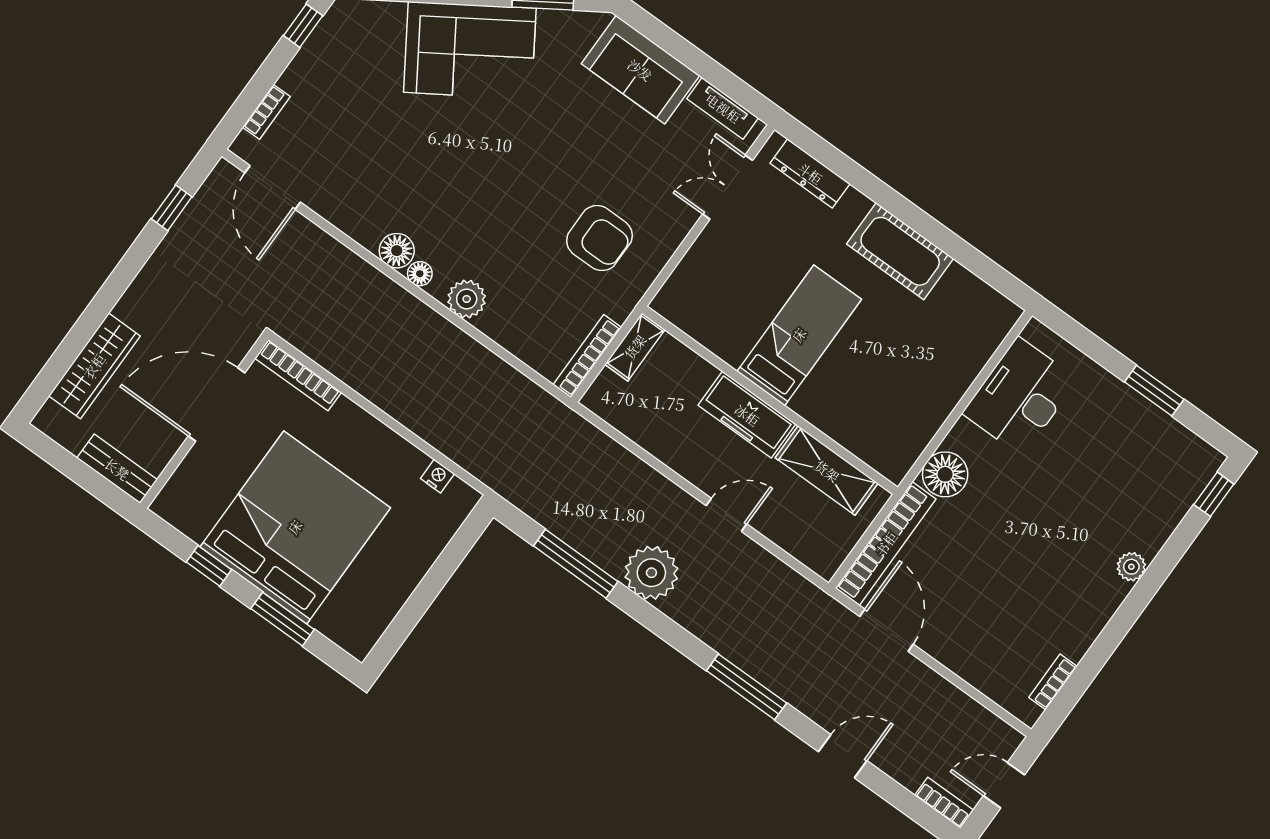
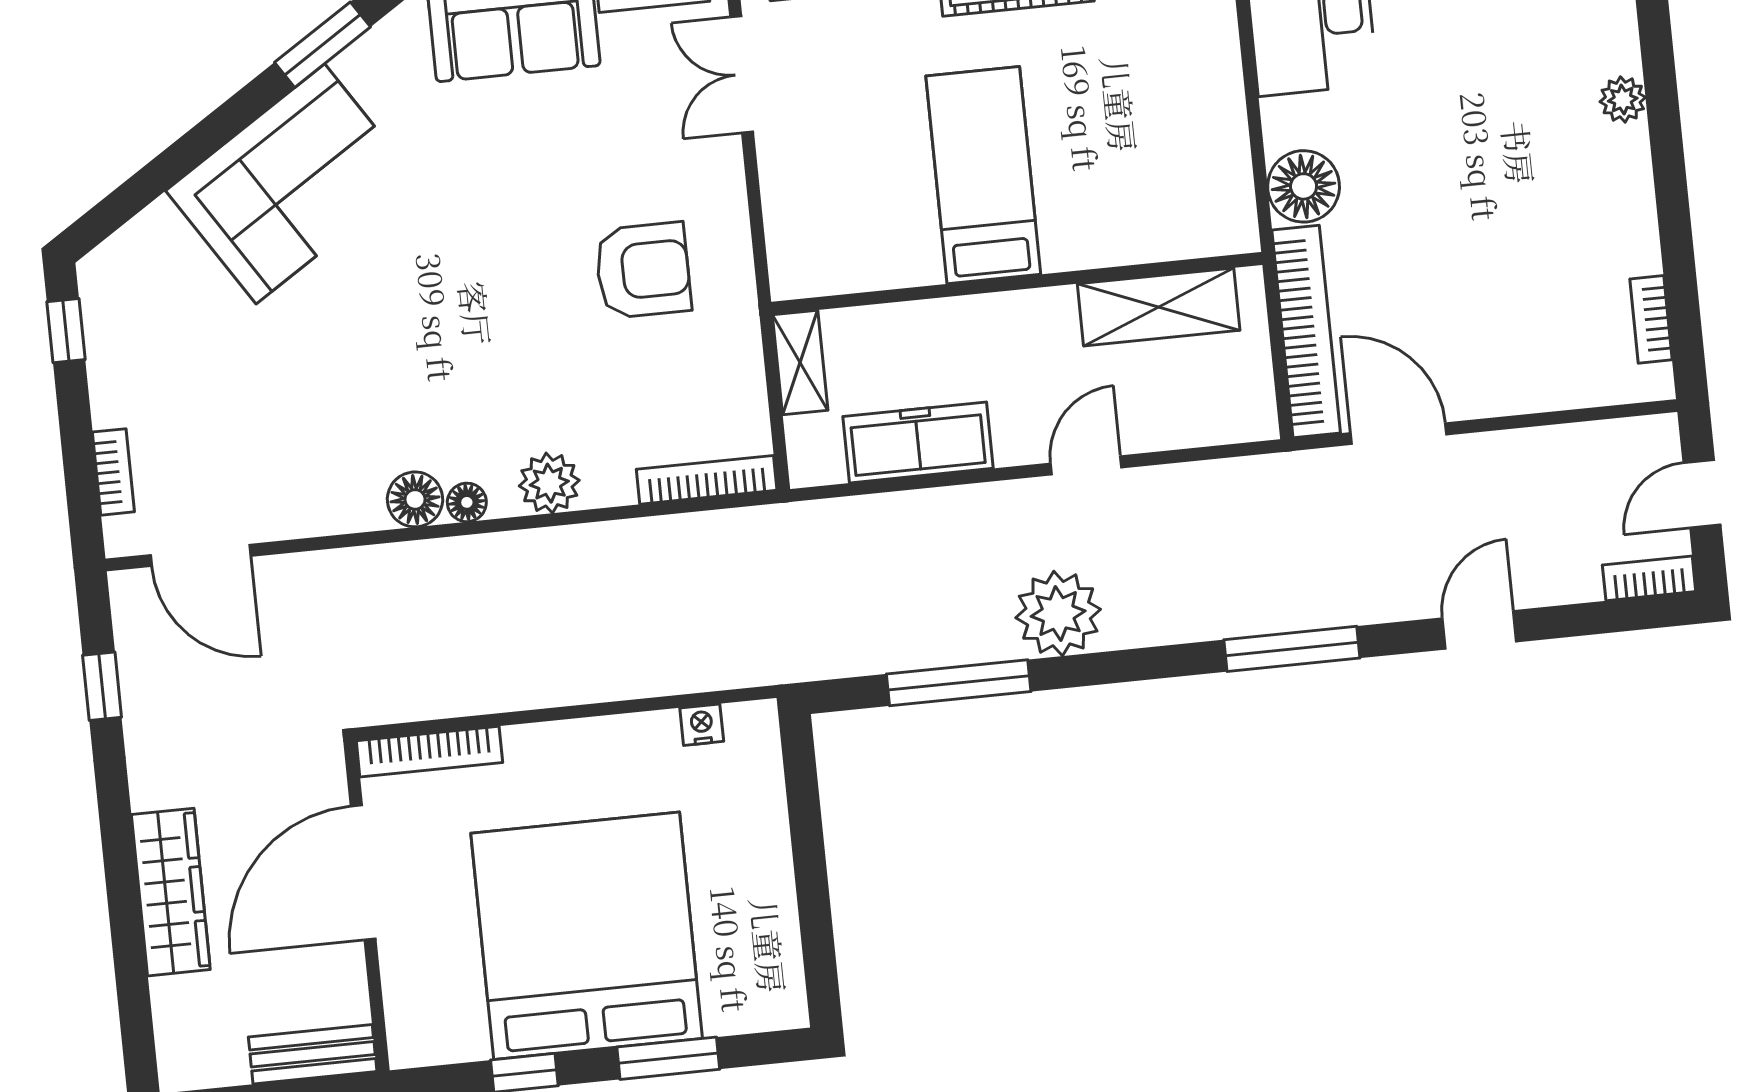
bookcase: (587, 356) -> (707, 480), moved, turned 90
wardrobe: (94, 366) -> (171, 892), moved
freezer: (747, 415) -> (918, 442), moved, turned 180

